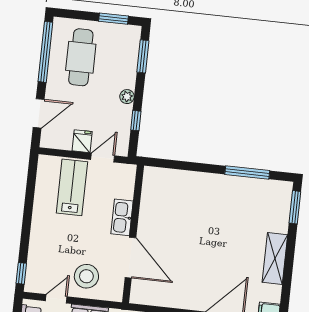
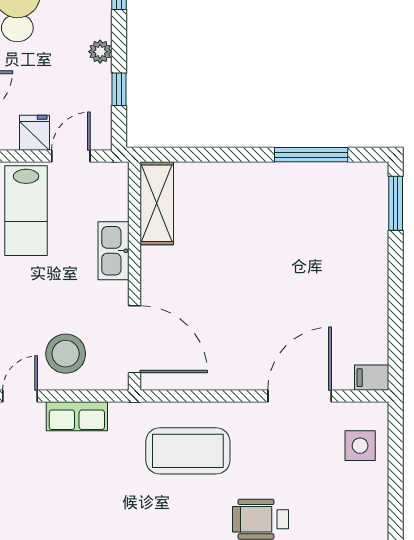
lab bench: (72, 187) -> (26, 211), turned 180
door: (130, 258) -> (134, 339), moved
shelving: (275, 258) -> (157, 203), moved

